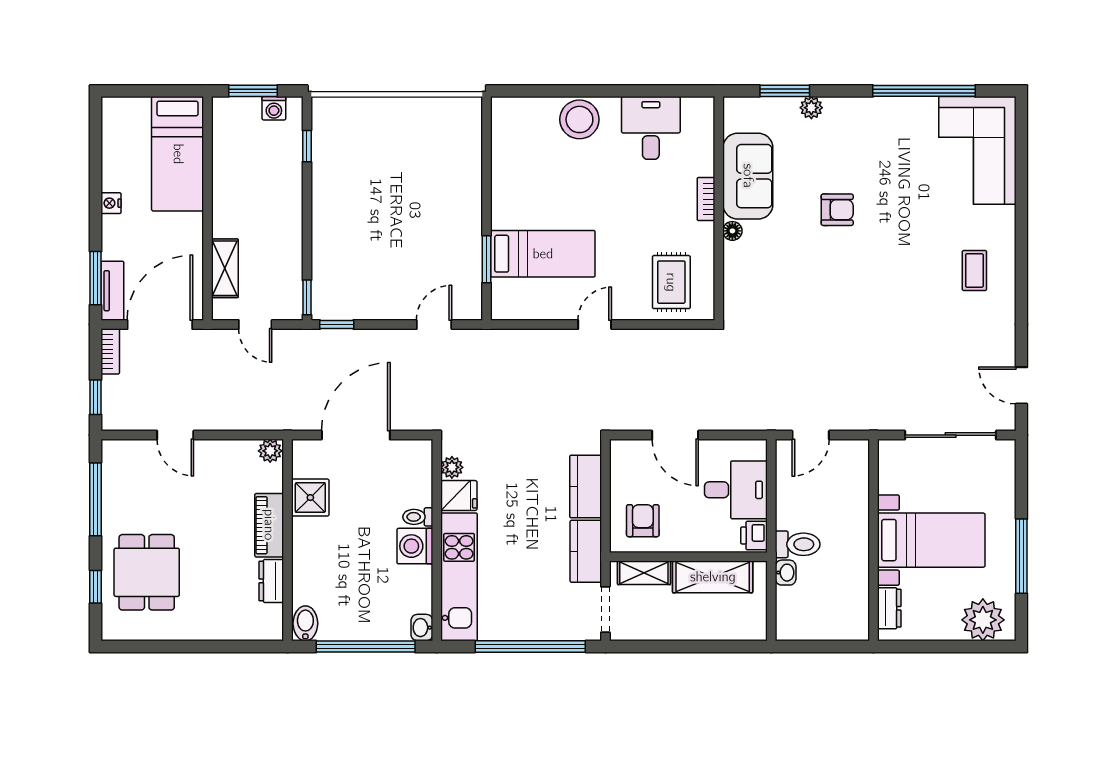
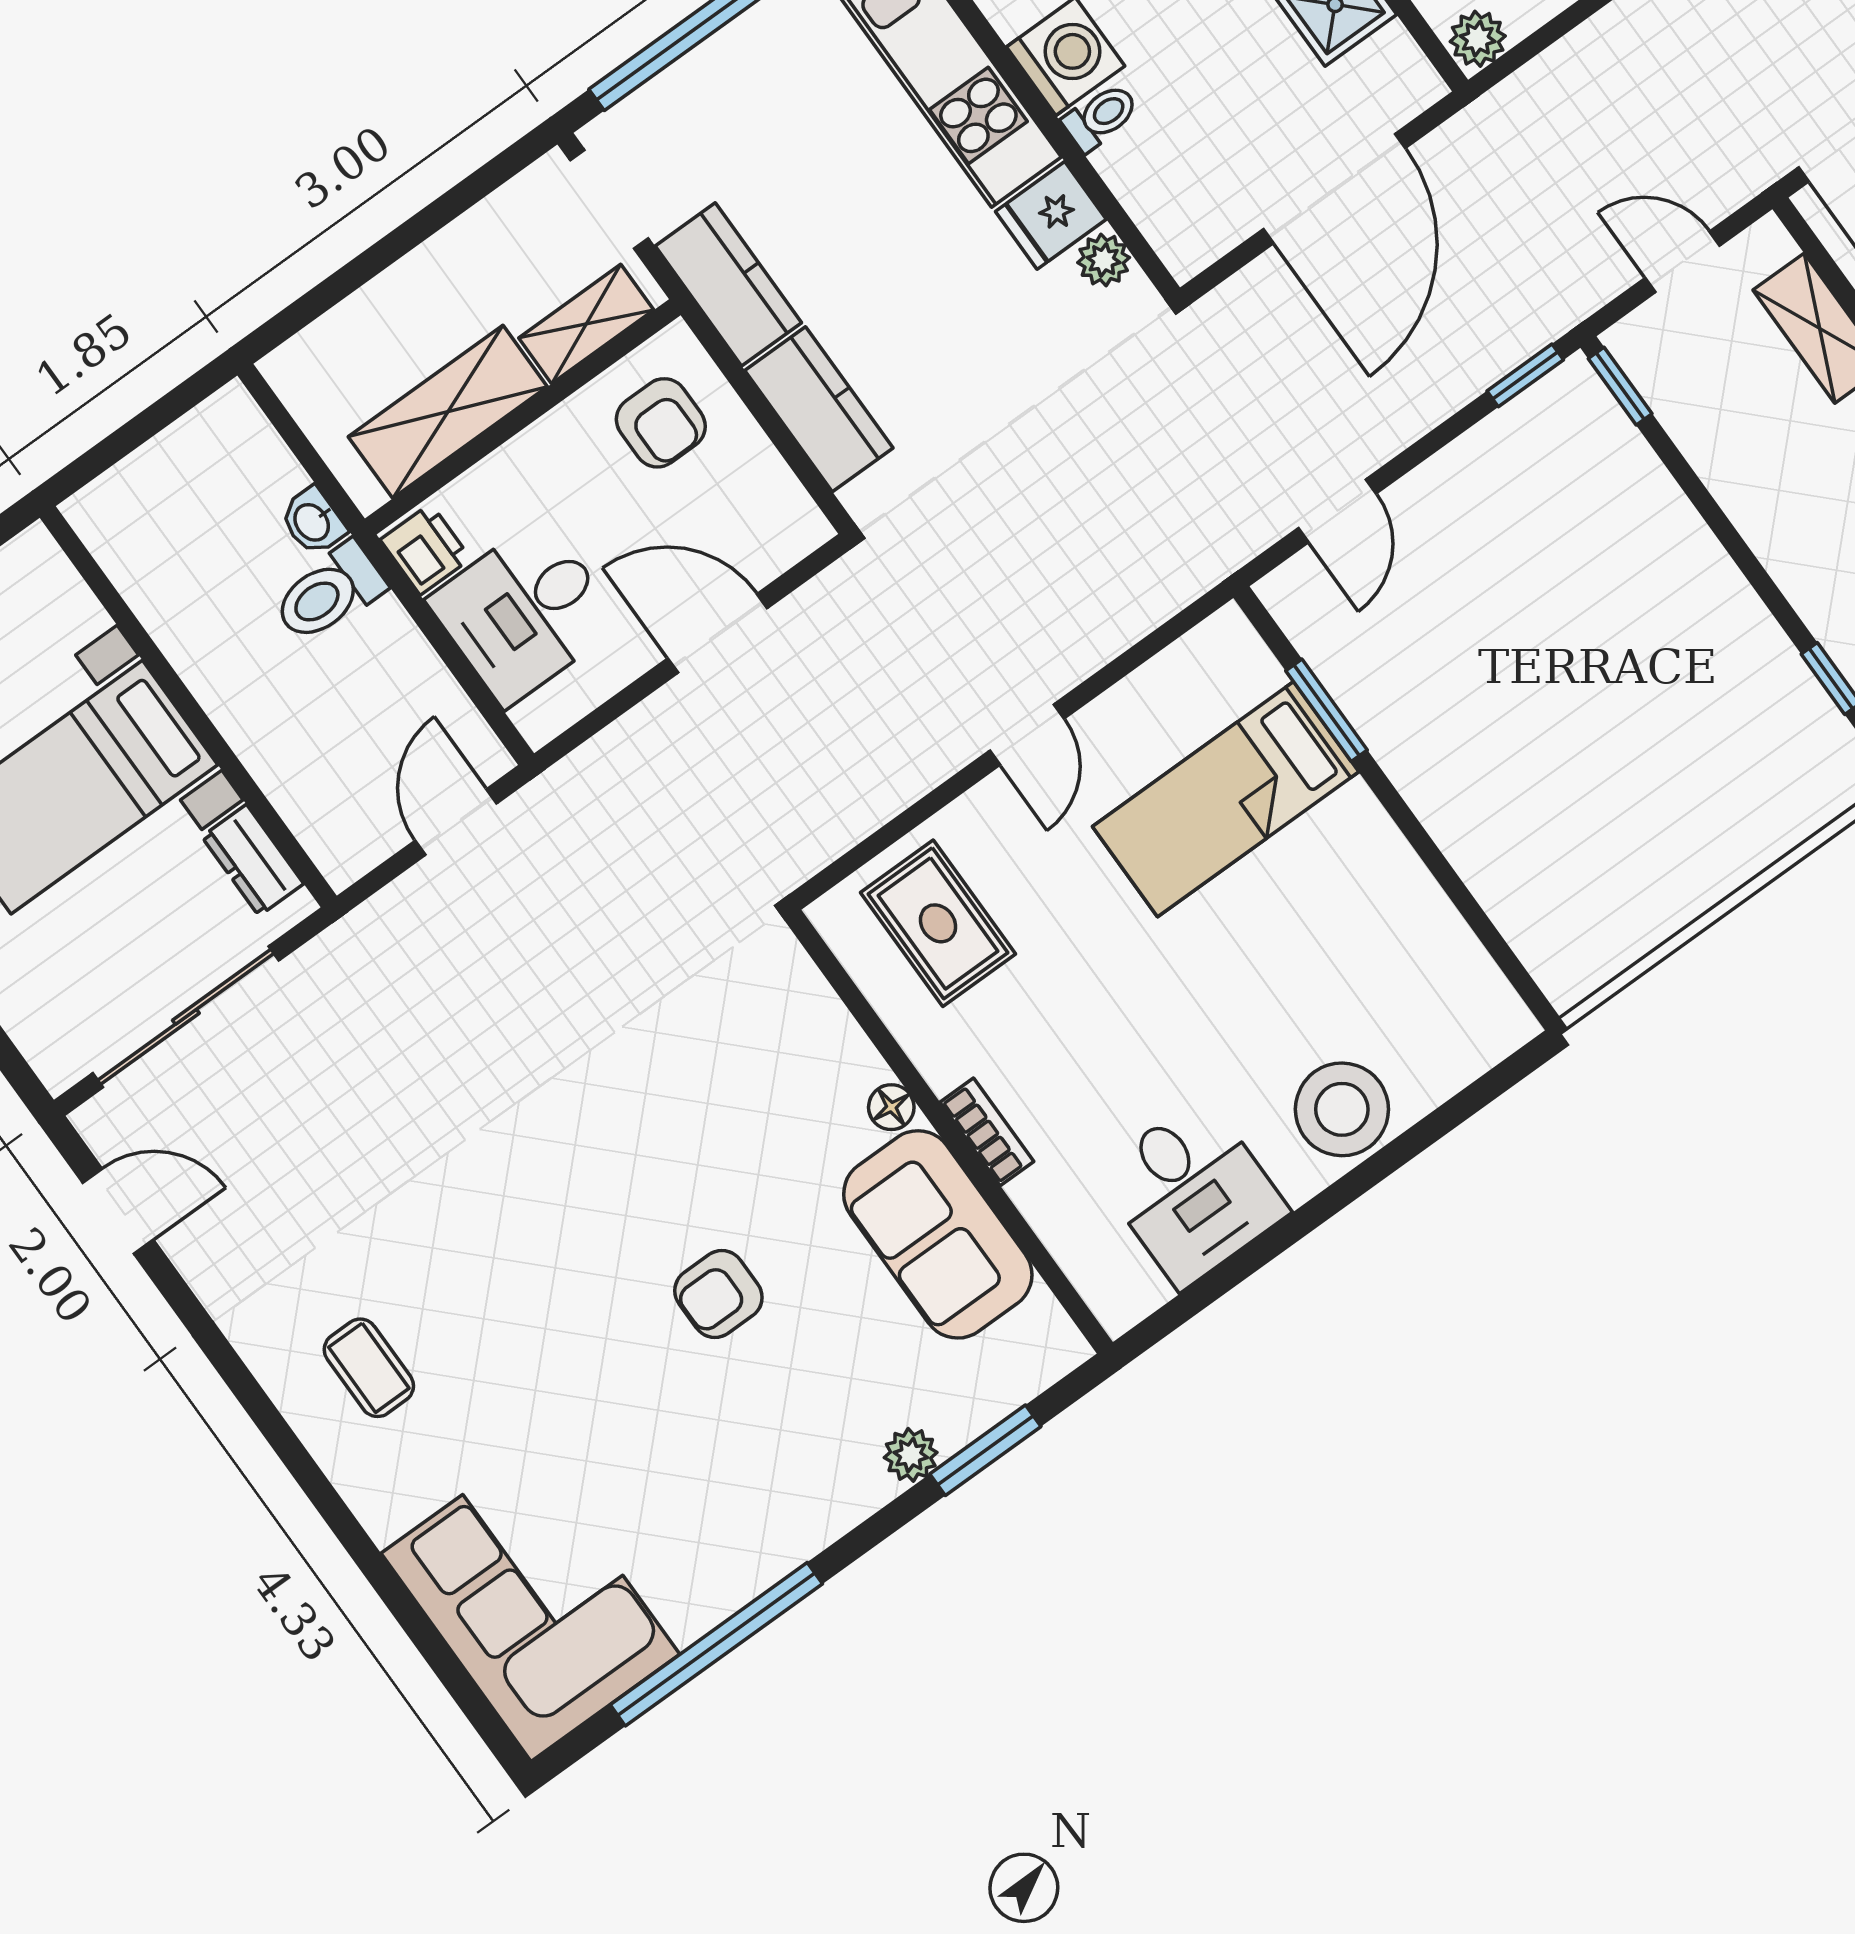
dresser: (889, 608) -> (253, 860), moved

